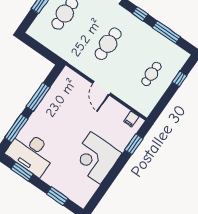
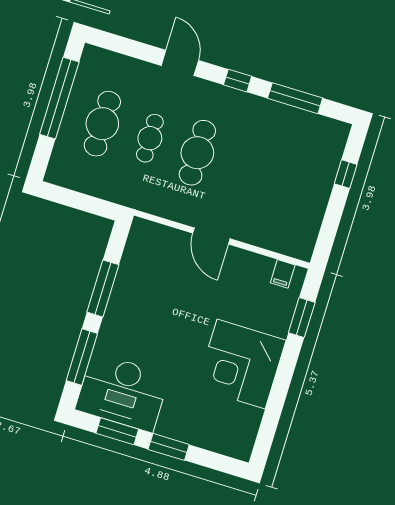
cafe table: (151, 74) -> (150, 138), moved
window: (57, 196) -> (169, 447), moved

